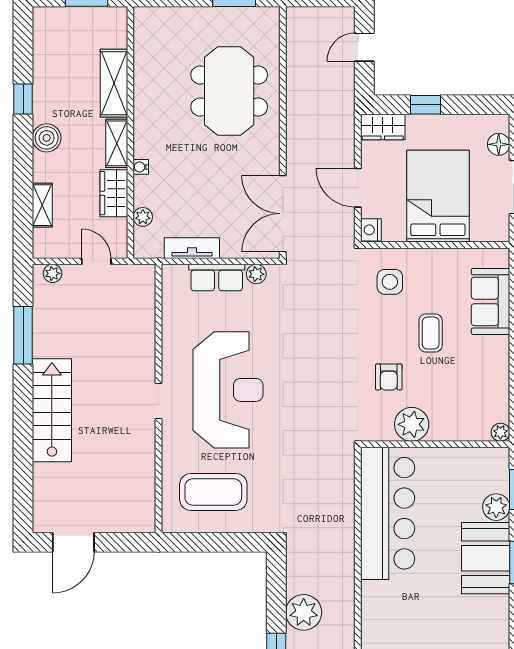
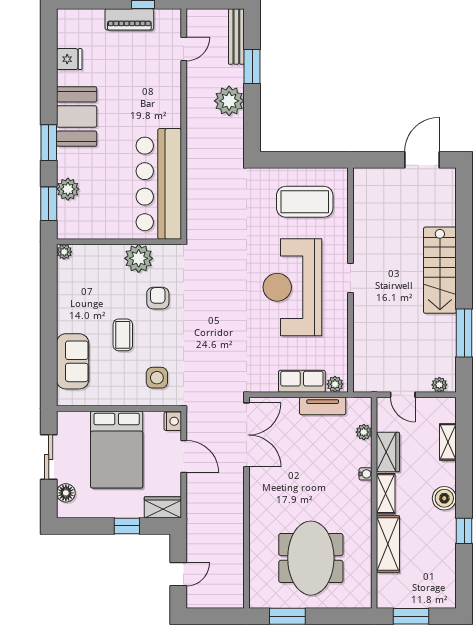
meeting table: (229, 91) -> (311, 558), moved
plant: (256, 274) -> (335, 384), moved
booth: (486, 558) -> (77, 116), moved

